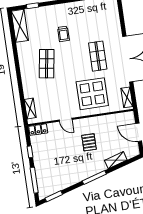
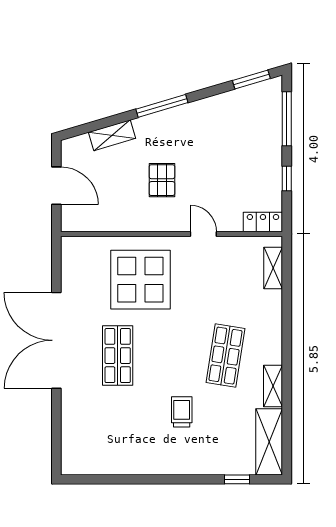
shelving: (127, 97) -> (273, 386), moved

